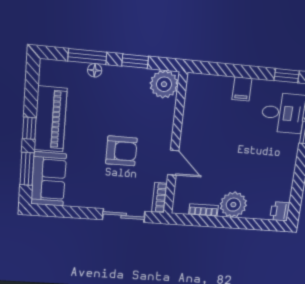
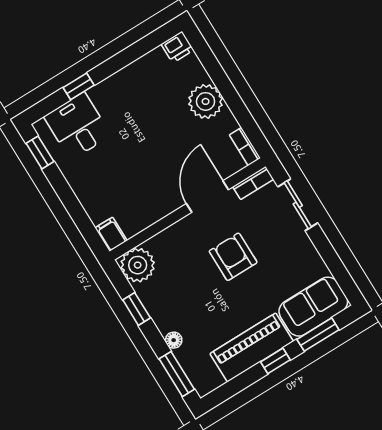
window: (87, 57) -> (177, 374), moved
filing cabinet: (242, 89) -> (111, 234), moved, turned -90
door: (173, 163) -> (207, 197), width x1.37
bookcase: (203, 210) -> (245, 147), moved

